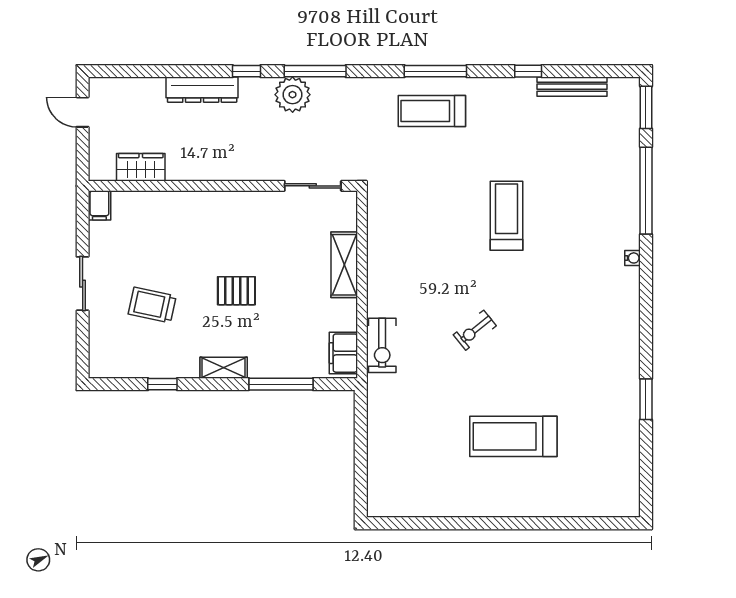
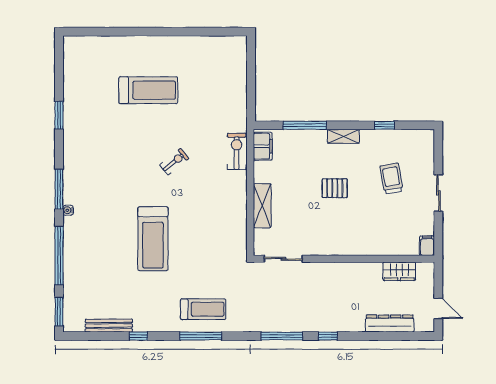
dresser: (202, 90) -> (390, 324), moved
plant: (293, 95) -> (297, 320), removed
treadmill: (506, 216) -> (153, 239), width x1.37, depth x1.38
window: (646, 289) -> (59, 189), added
trolley: (152, 305) -> (391, 179), turned -112

